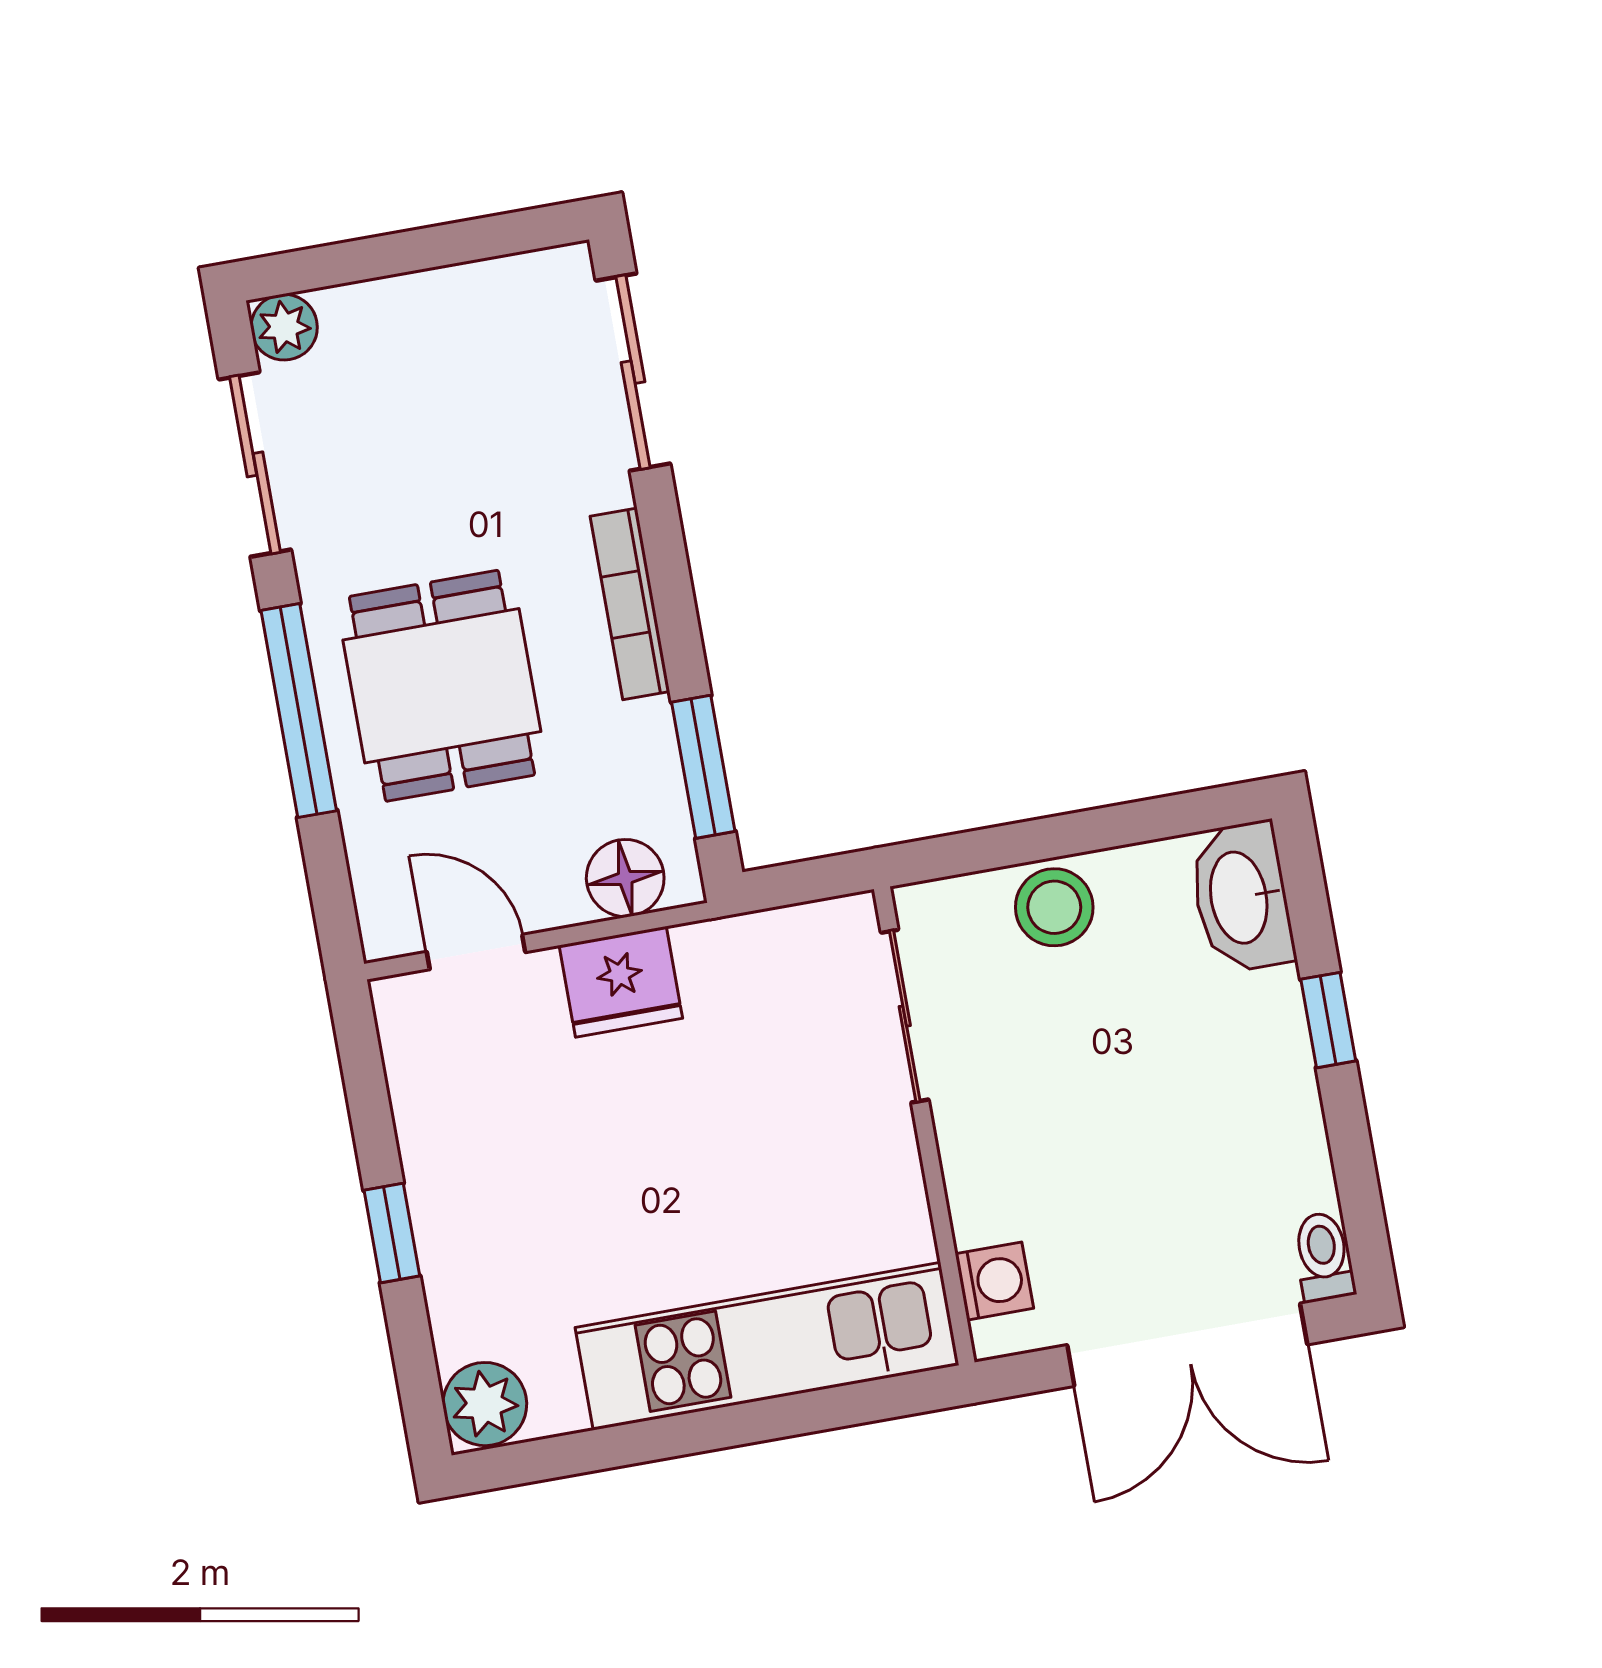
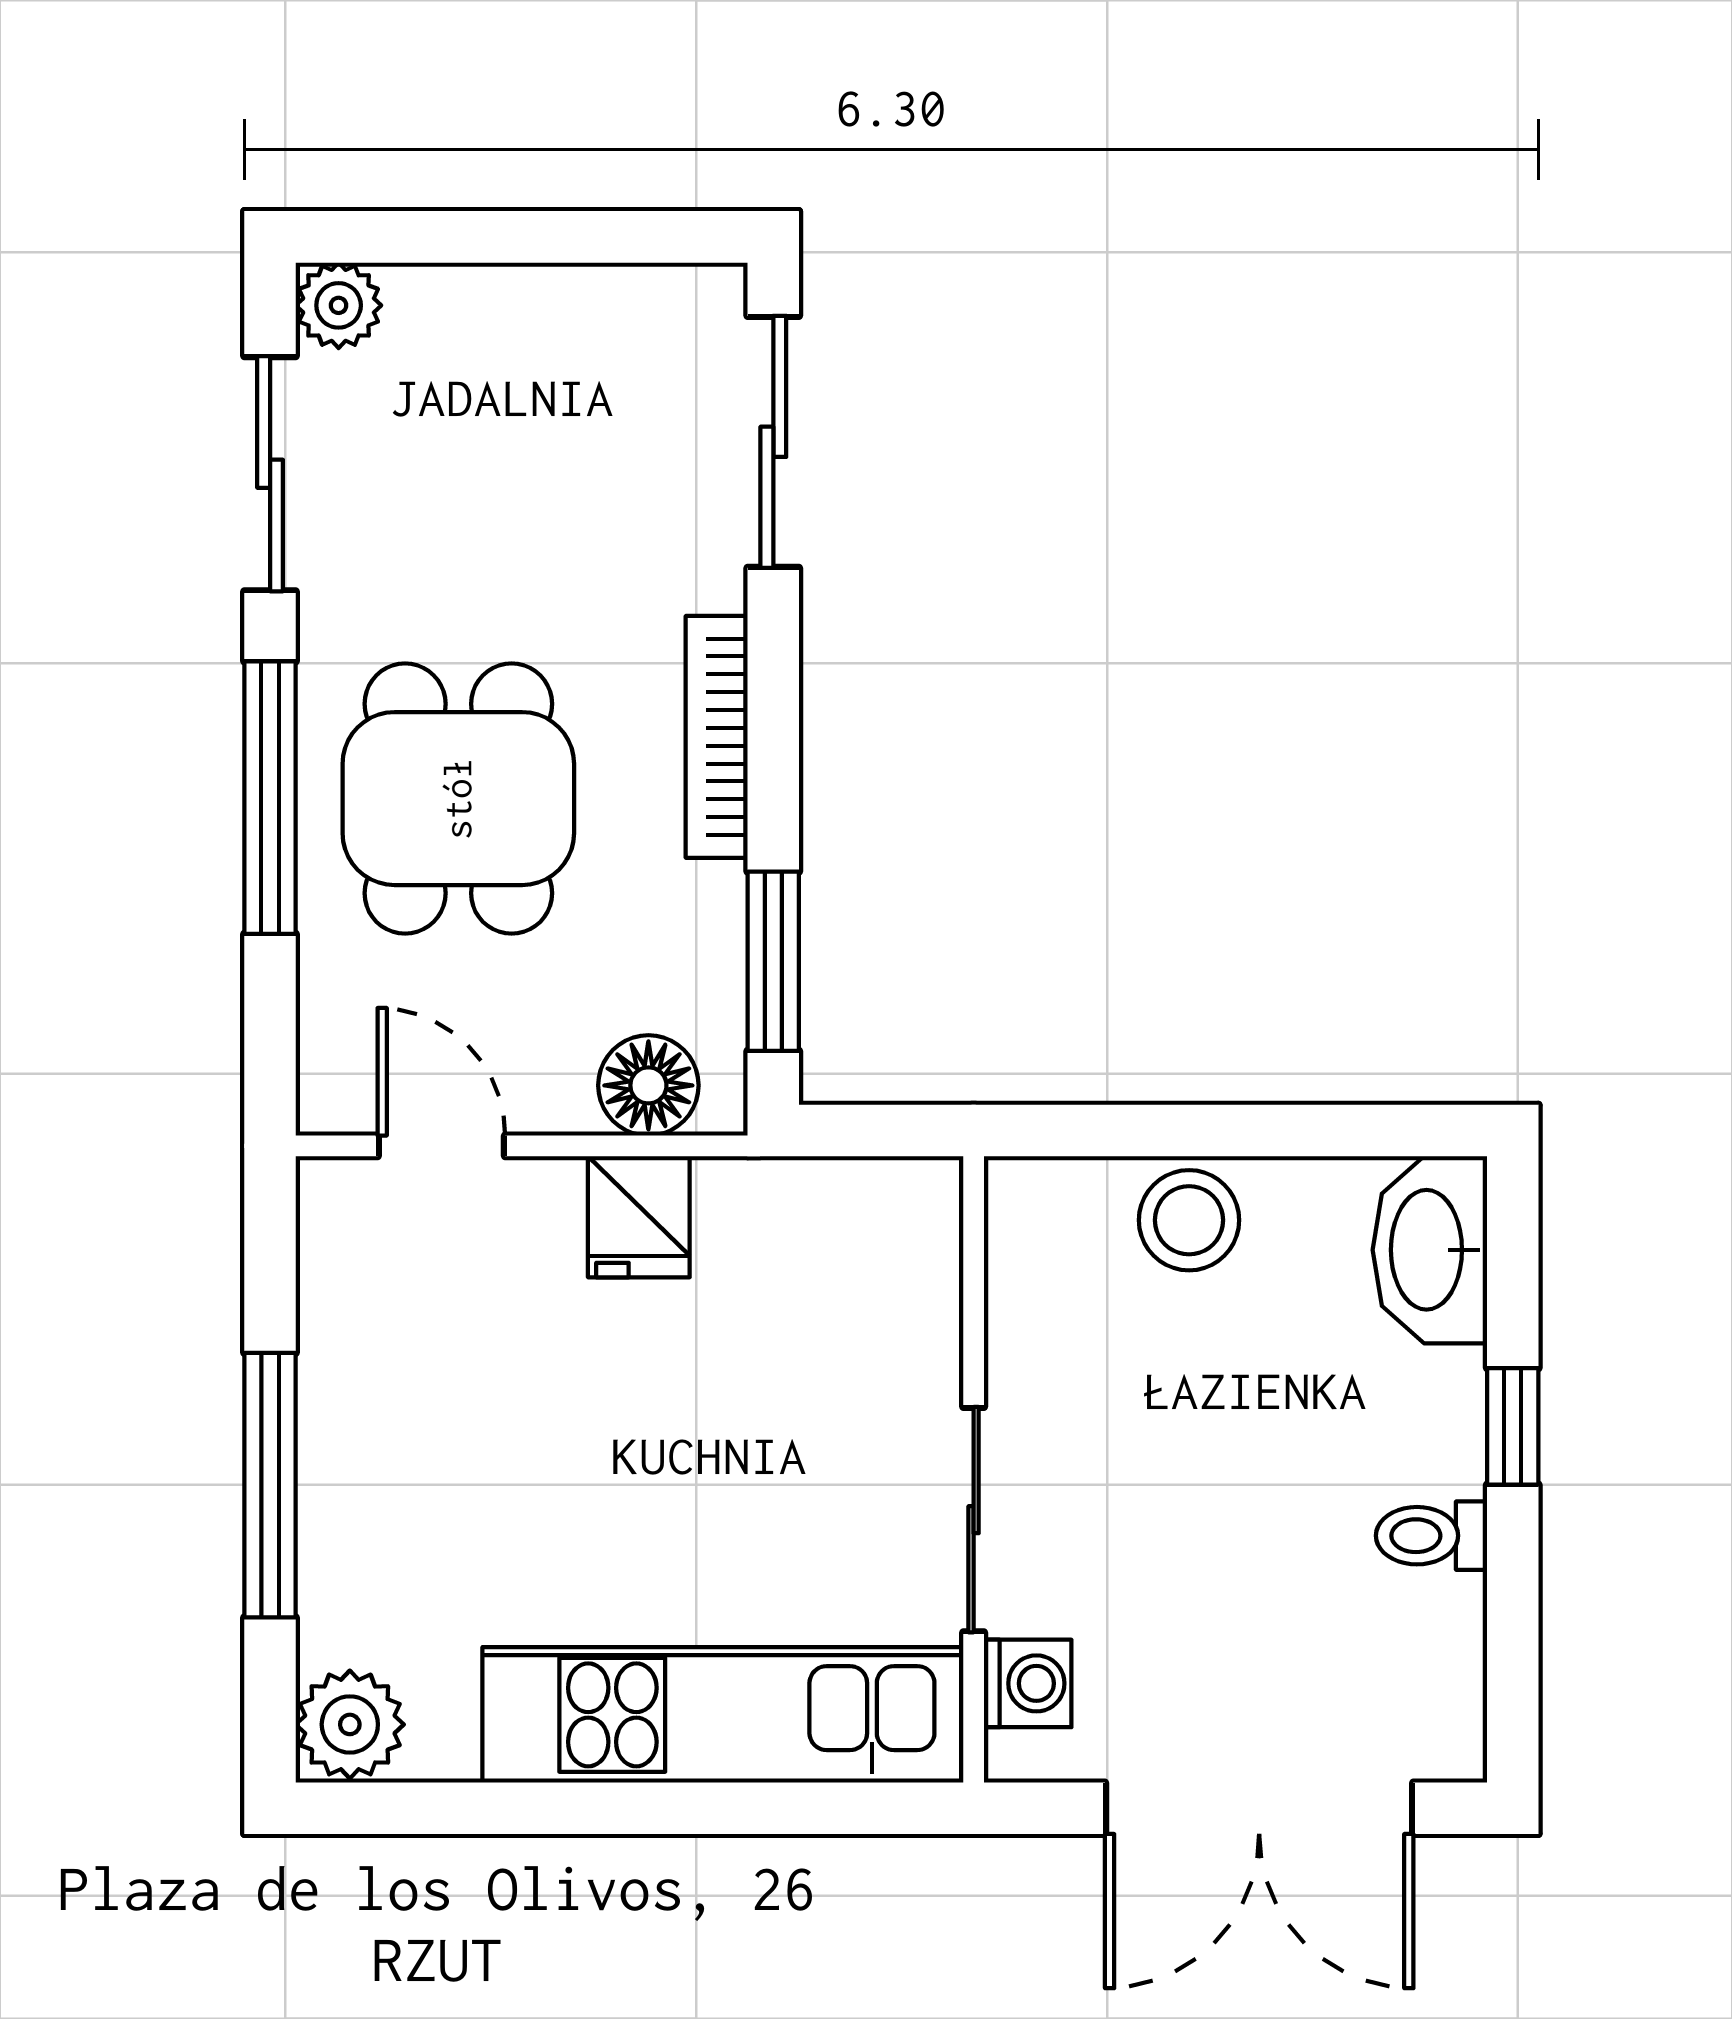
fridge: (621, 982) -> (639, 1217), width x0.72
sliding door: (905, 1016) -> (974, 1520), moved
window: (392, 1233) -> (270, 1485), width x2.17
toilet: (1323, 1257) -> (1431, 1536), moved, turned -90

